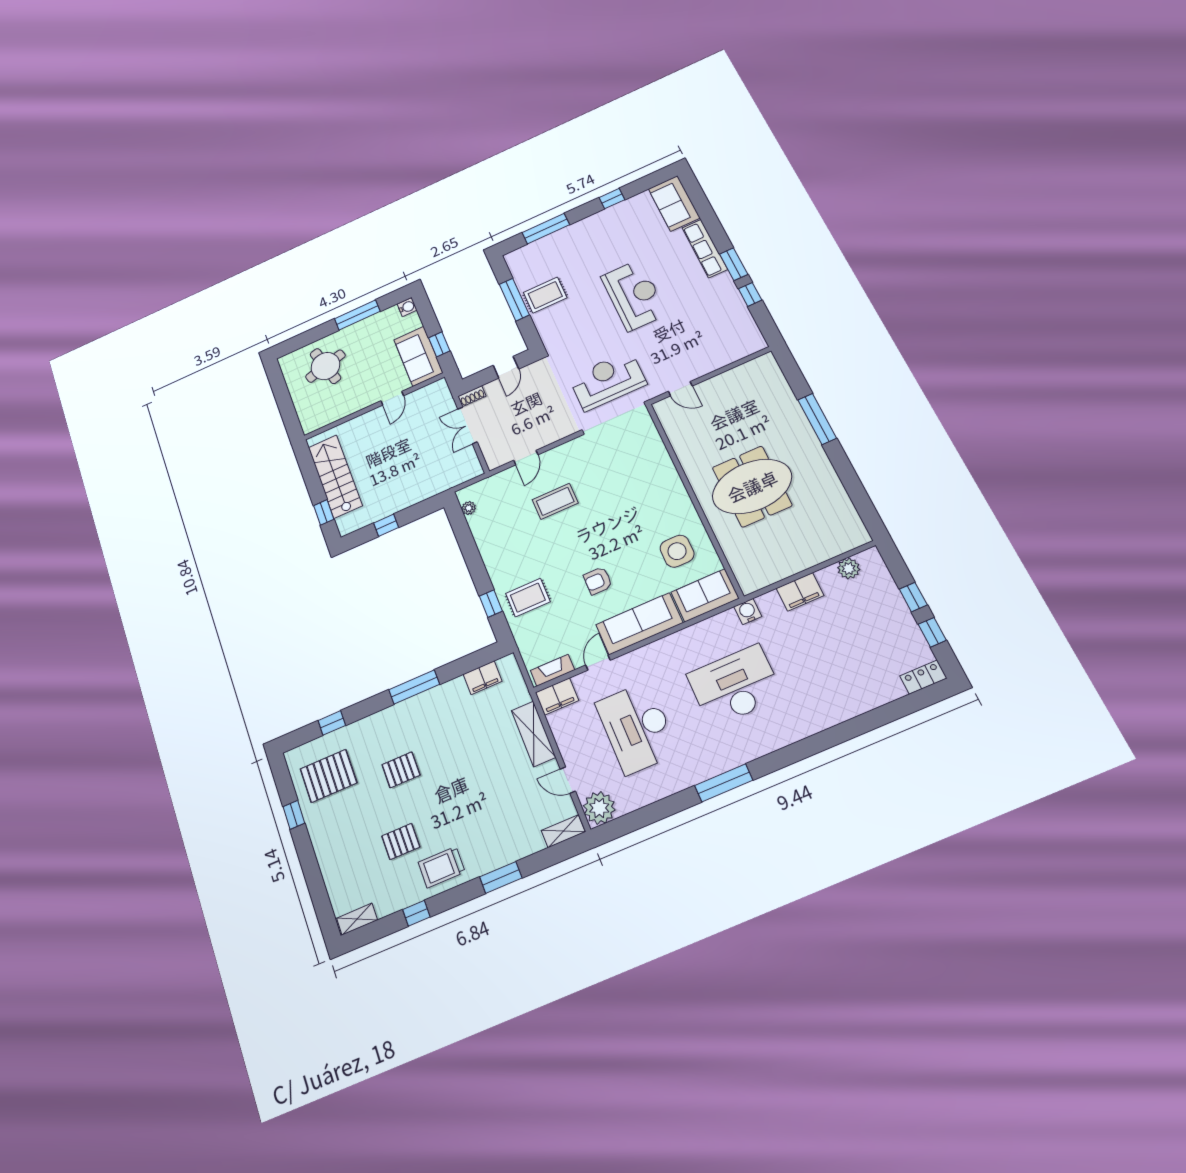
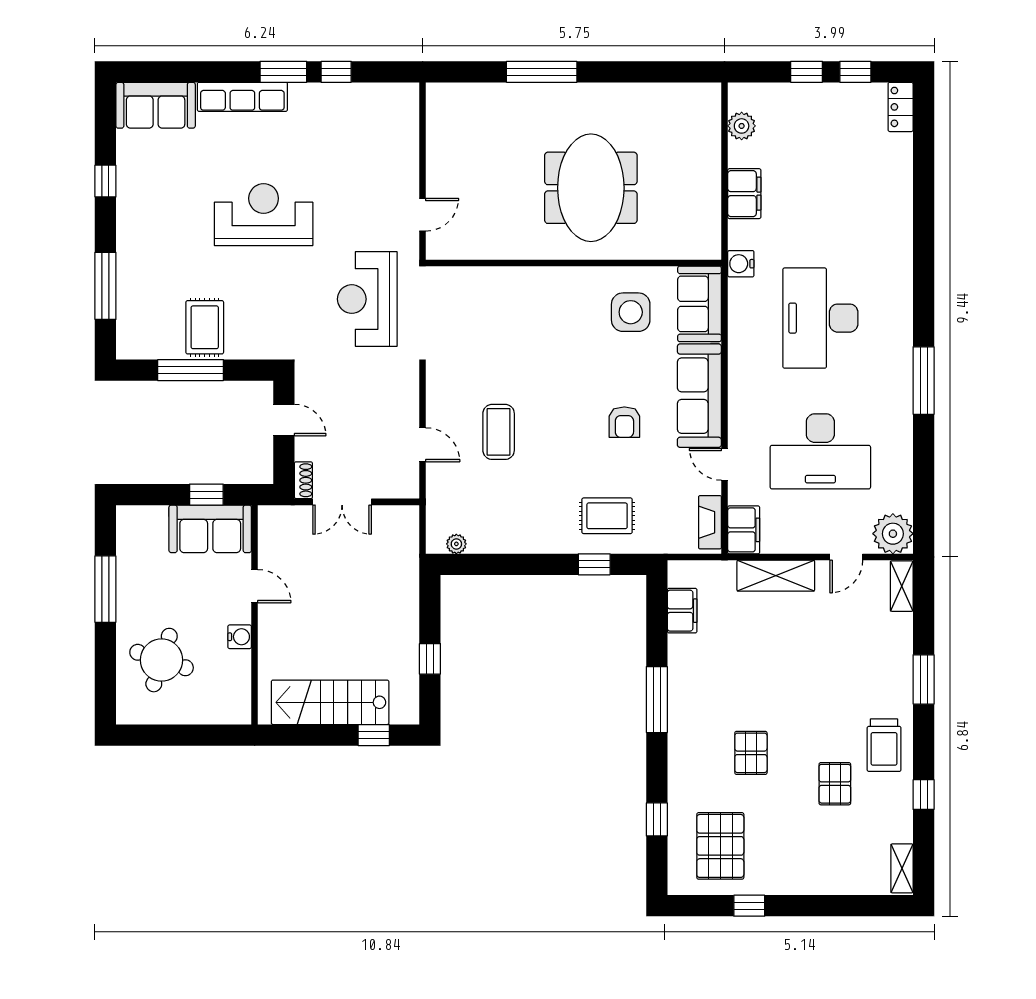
water cooler: (407, 307) -> (240, 637), moved, turned 90
round table: (325, 366) -> (162, 660), turned 33
rug: (528, 598) -> (607, 516), turned 90

